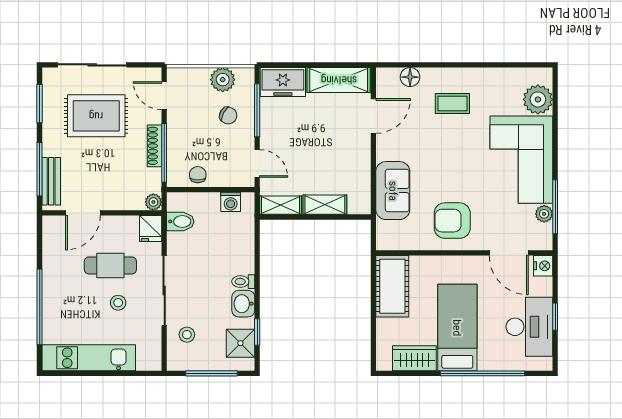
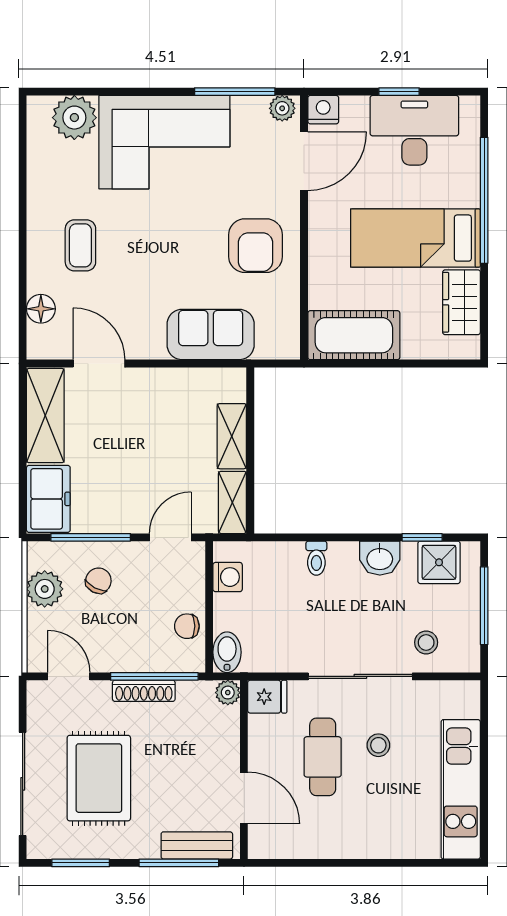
door: (164, 96) -> (69, 676), swing flipped
plant: (544, 214) -> (282, 108), moved
bidet: (180, 221) -> (227, 652), moved
toilet: (243, 282) -> (316, 558), moved
window: (40, 307) -> (385, 863), removed

